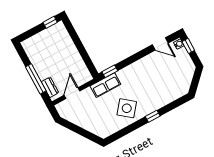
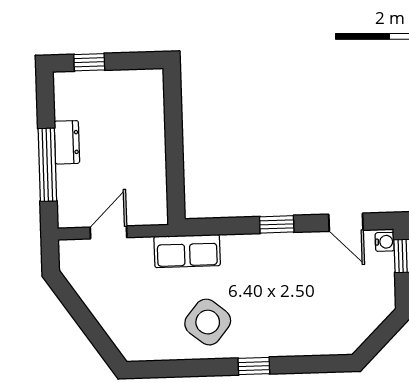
window: (50, 22) -> (89, 62), moved
window: (110, 71) -> (277, 224), moved
dresser: (50, 87) -> (67, 142), moved

